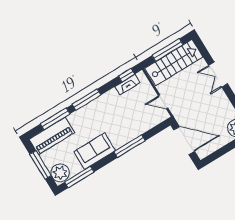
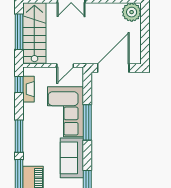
corner sofa: (127, 124) -> (65, 112), added

